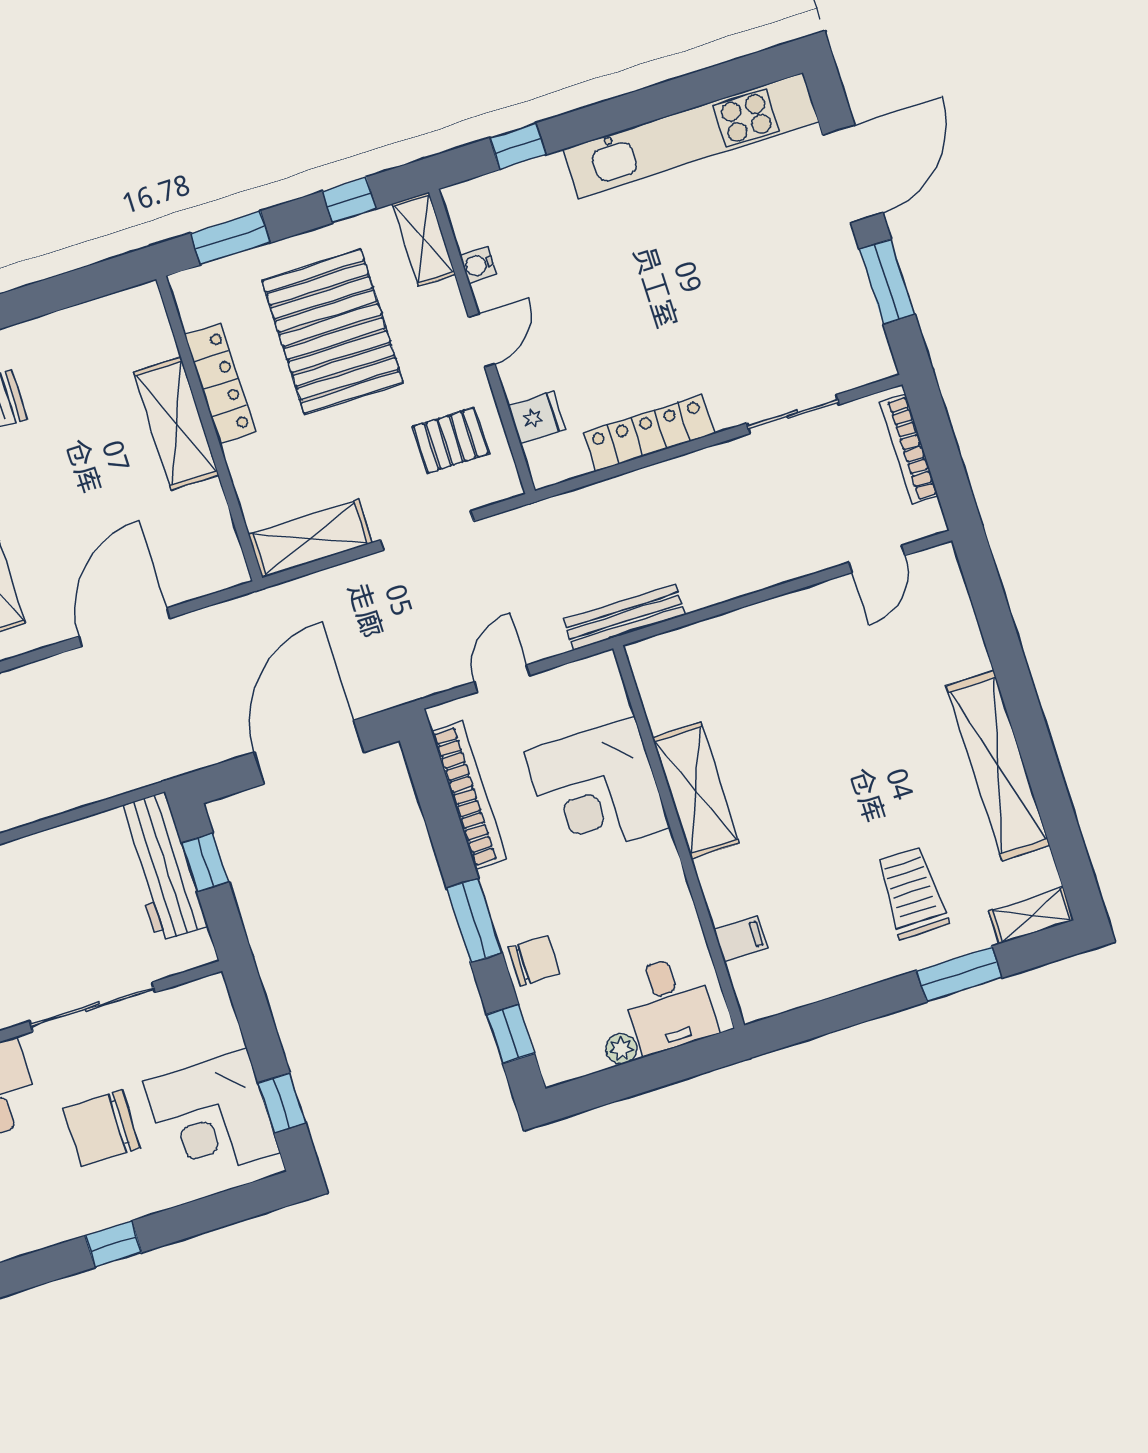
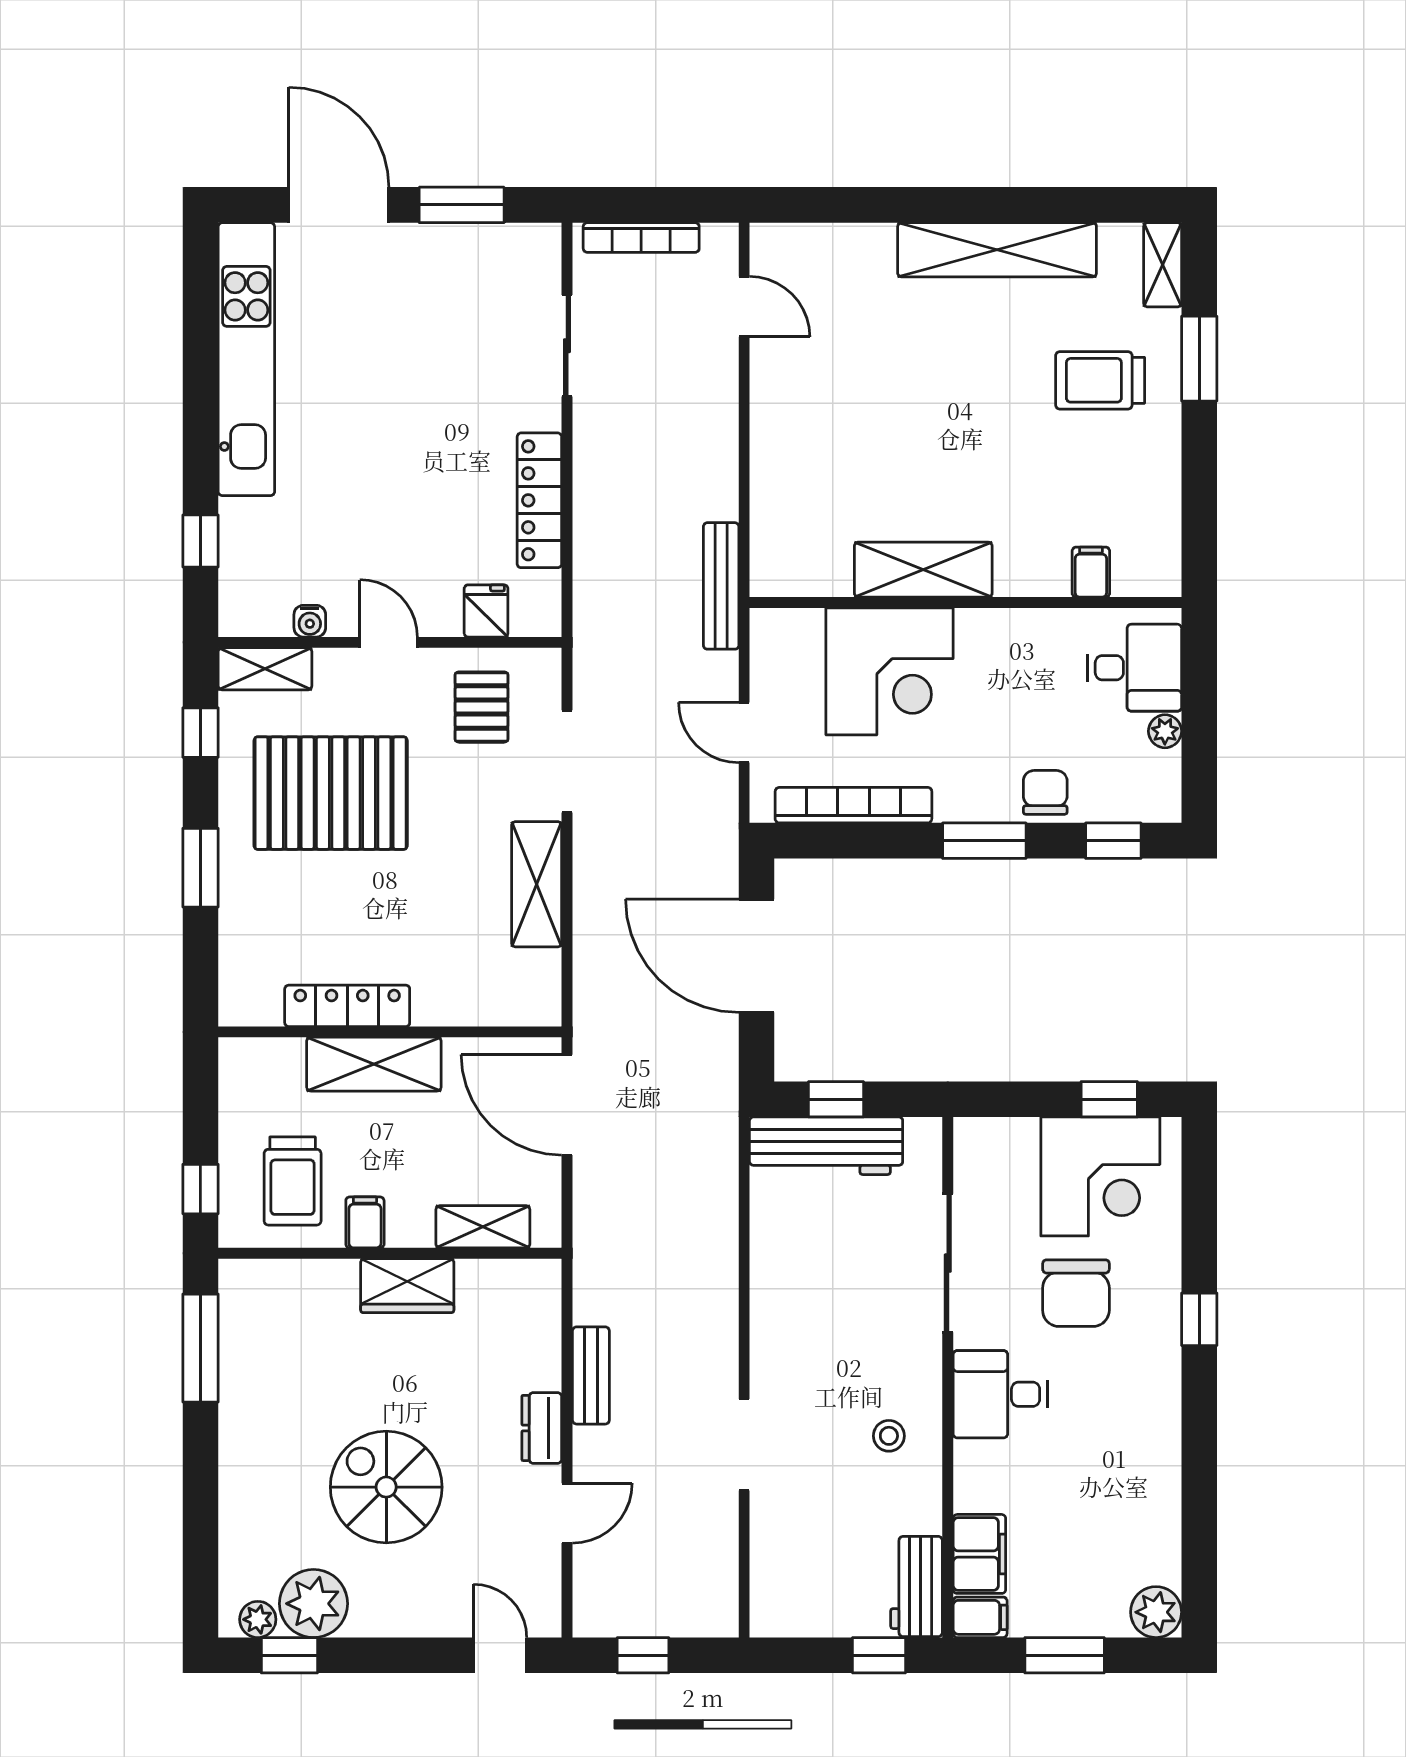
locker: (220, 384) -> (347, 1006), moved
shelving: (176, 423) -> (374, 1064), moved
wall: (209, 429) -> (390, 1032), moved

